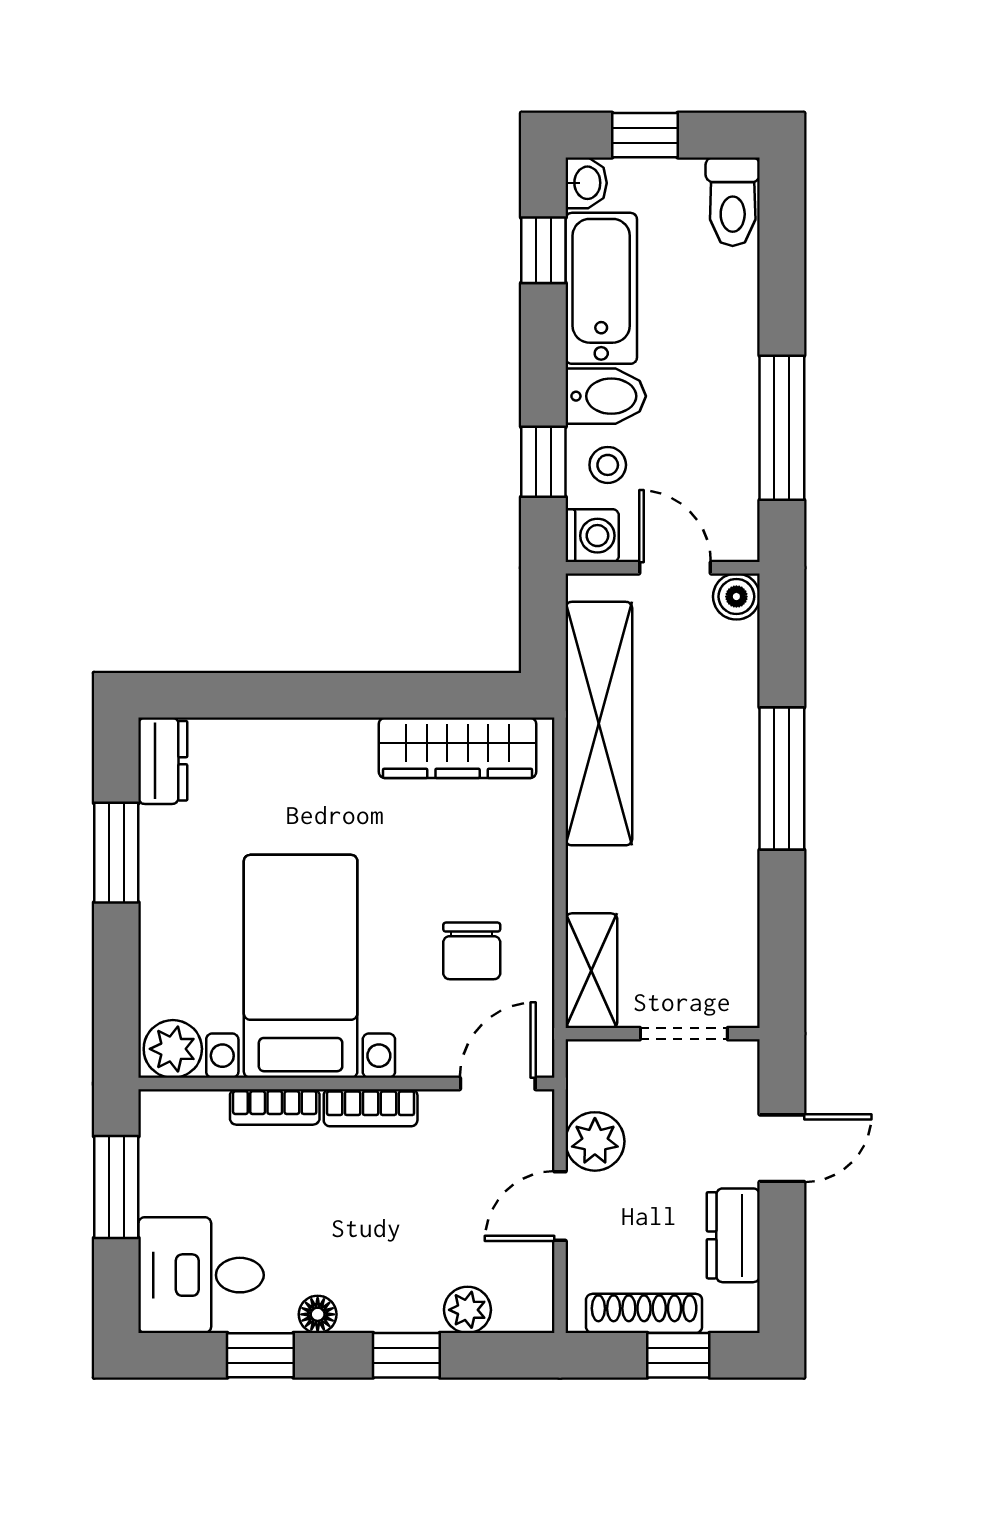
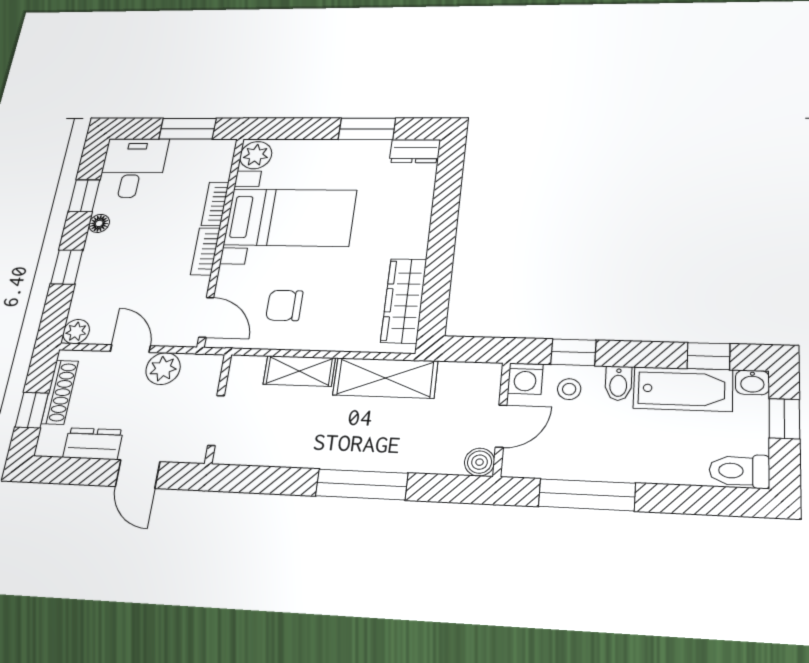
bidet: (606, 396) -> (618, 383), width x0.72, depth x0.74
shelving: (599, 724) -> (385, 378), width x0.68
shelving: (591, 971) -> (299, 371), moved
plant: (467, 1310) -> (76, 332), moved

